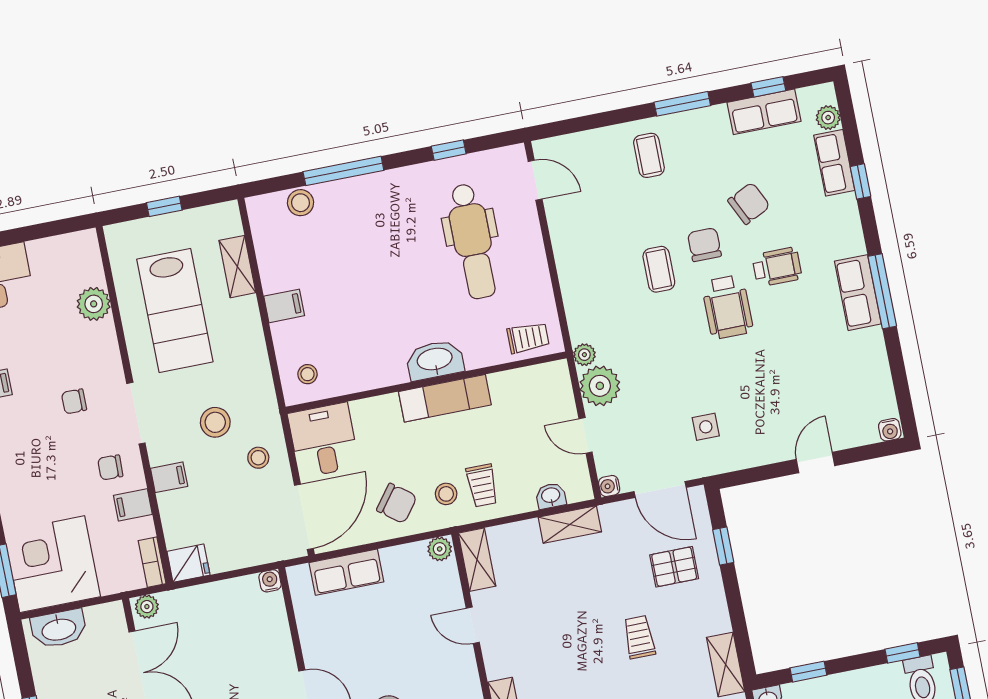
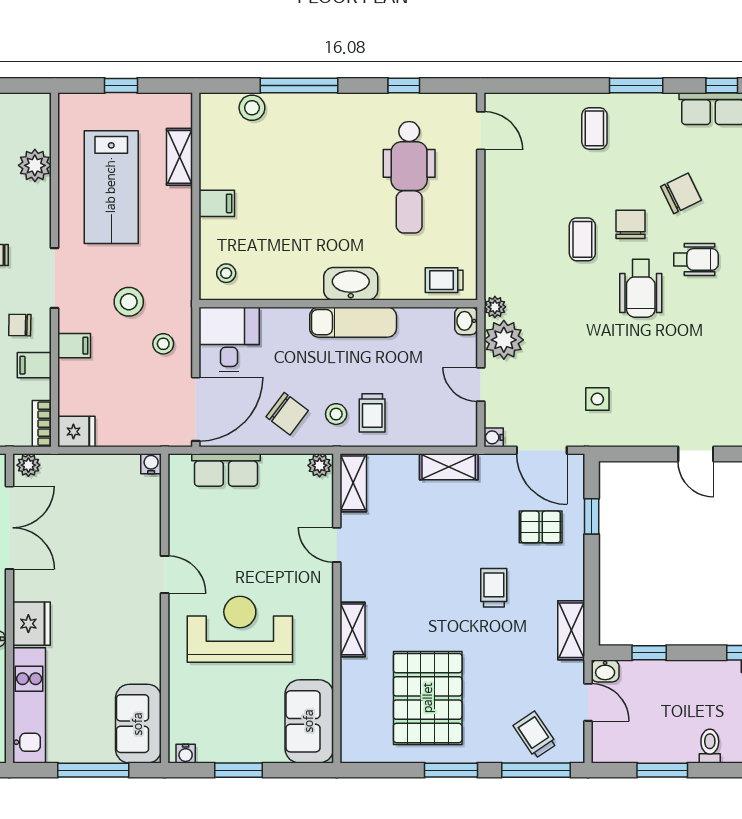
trolley: (528, 338) -> (444, 280), turned 180
door: (816, 463) -> (696, 454), swing flipped
washbasin: (551, 496) -> (466, 321), moved, turned -90

